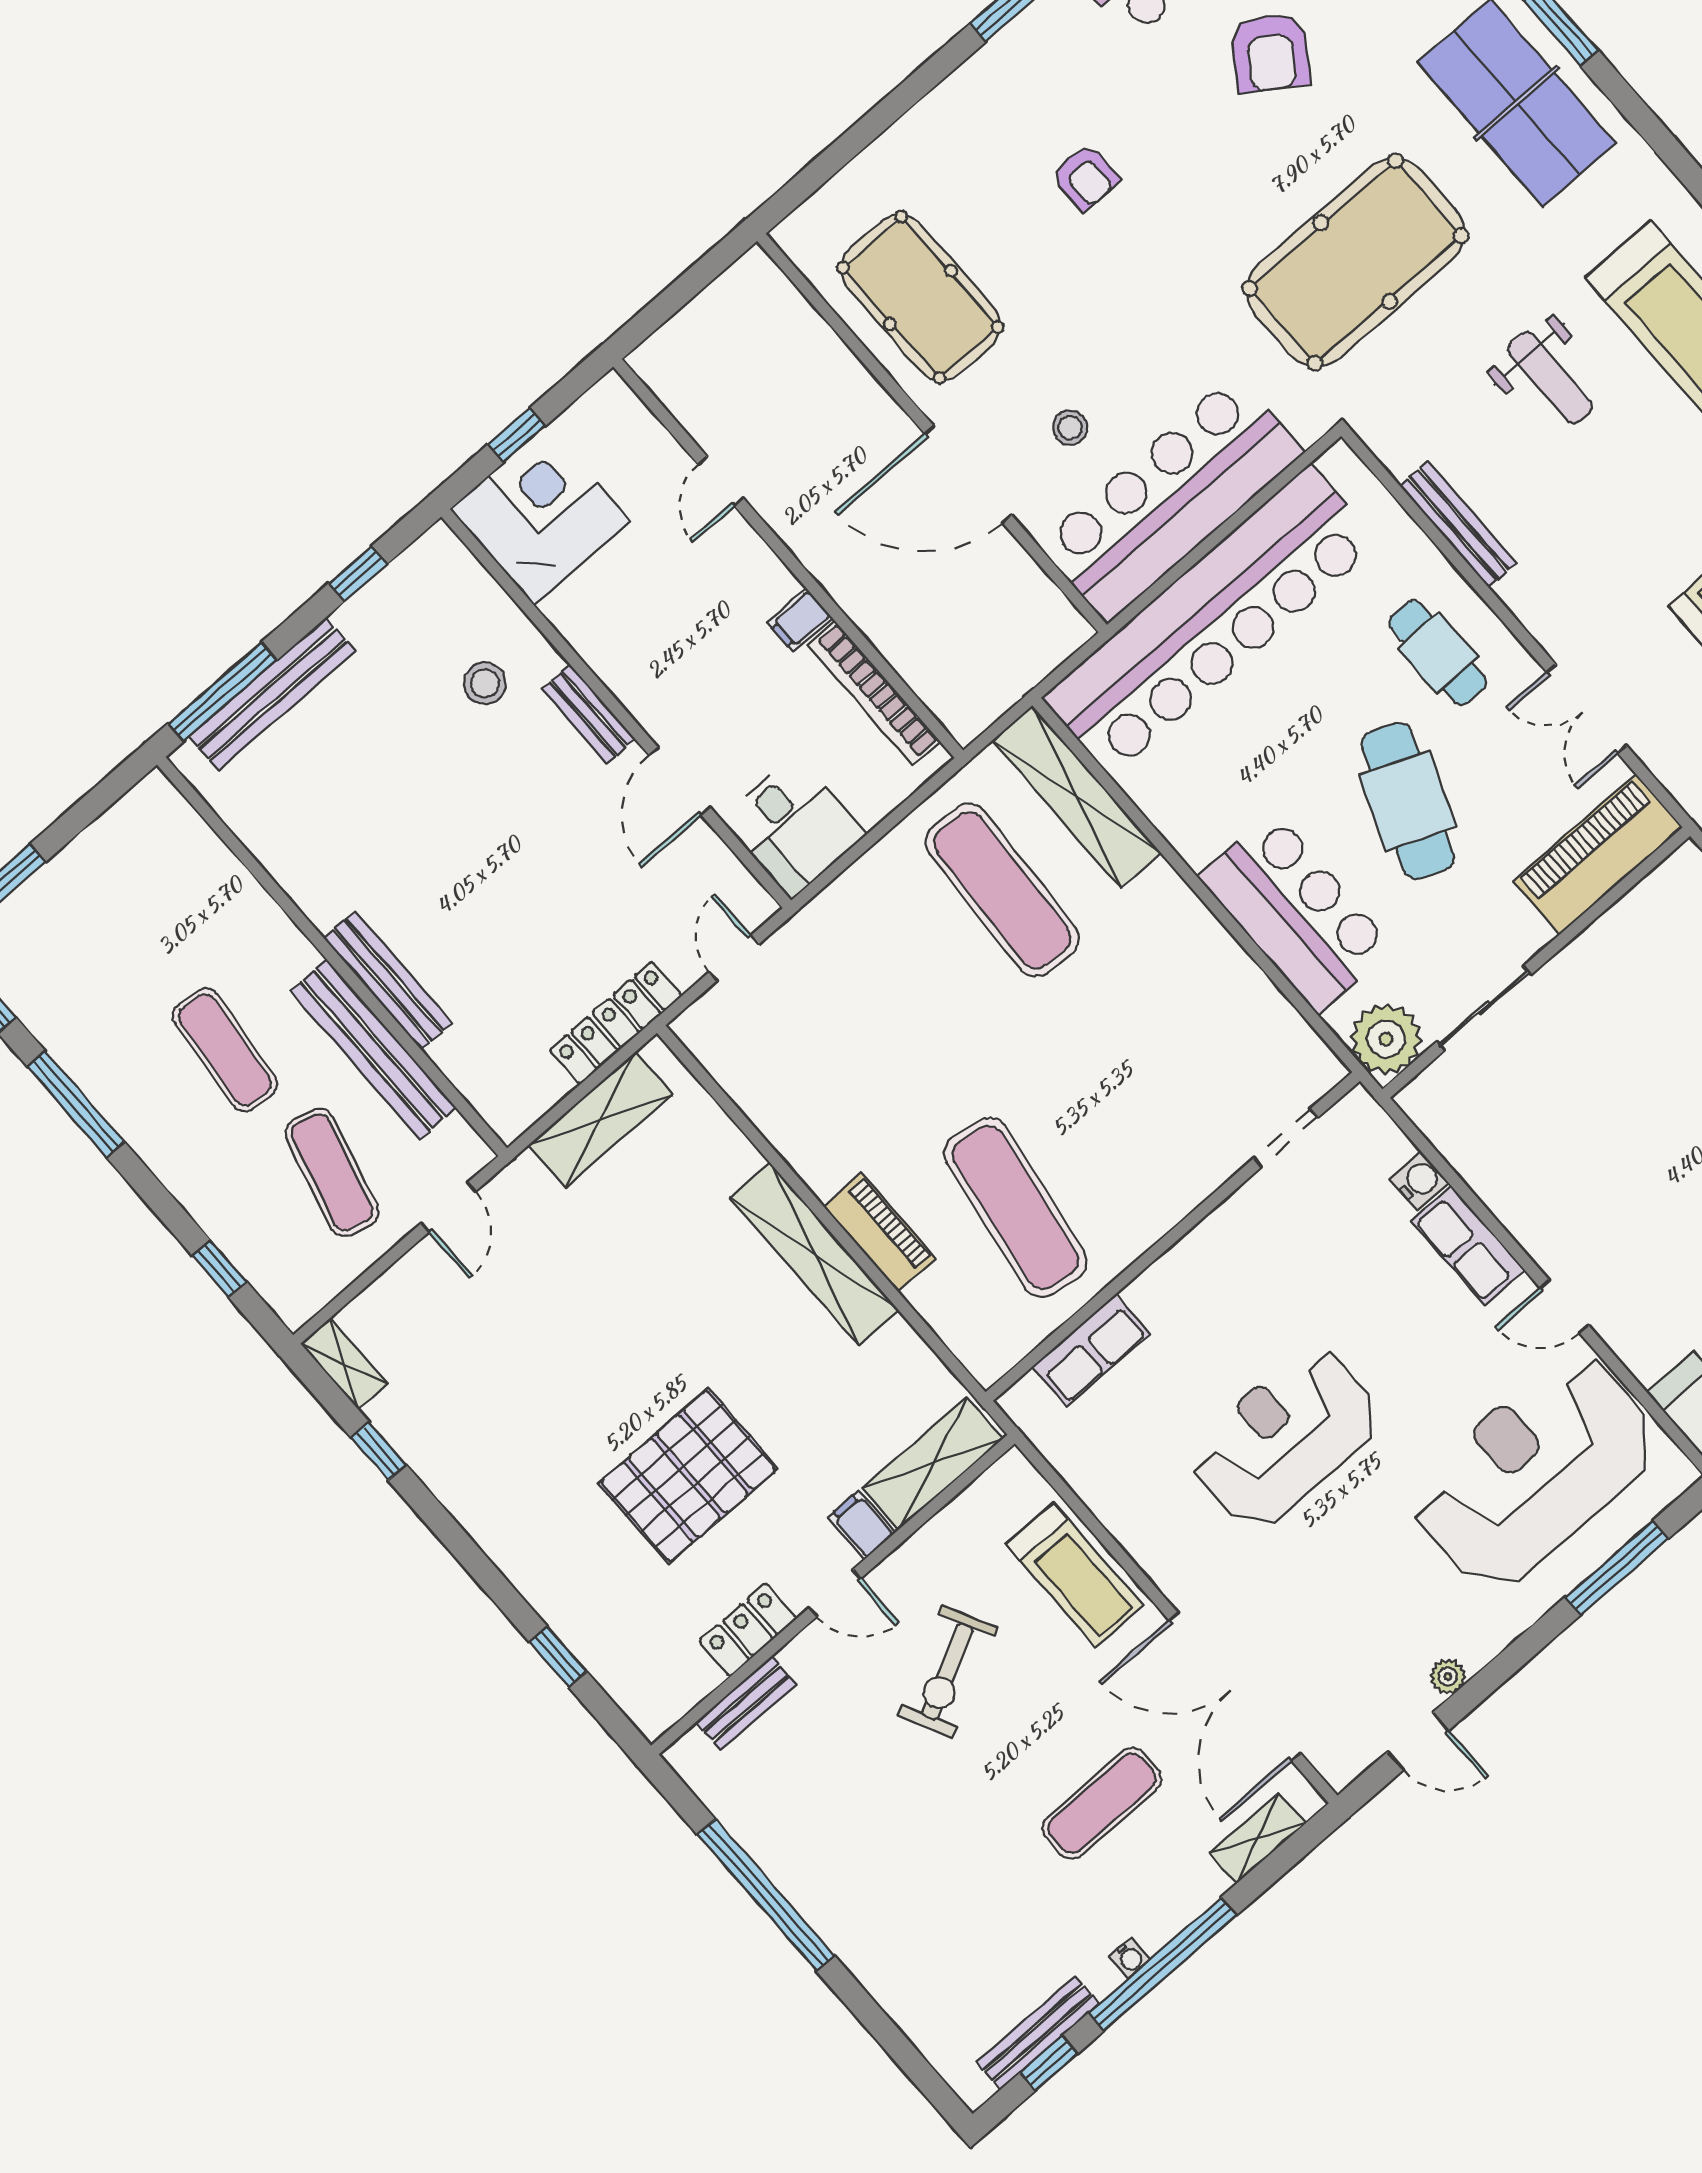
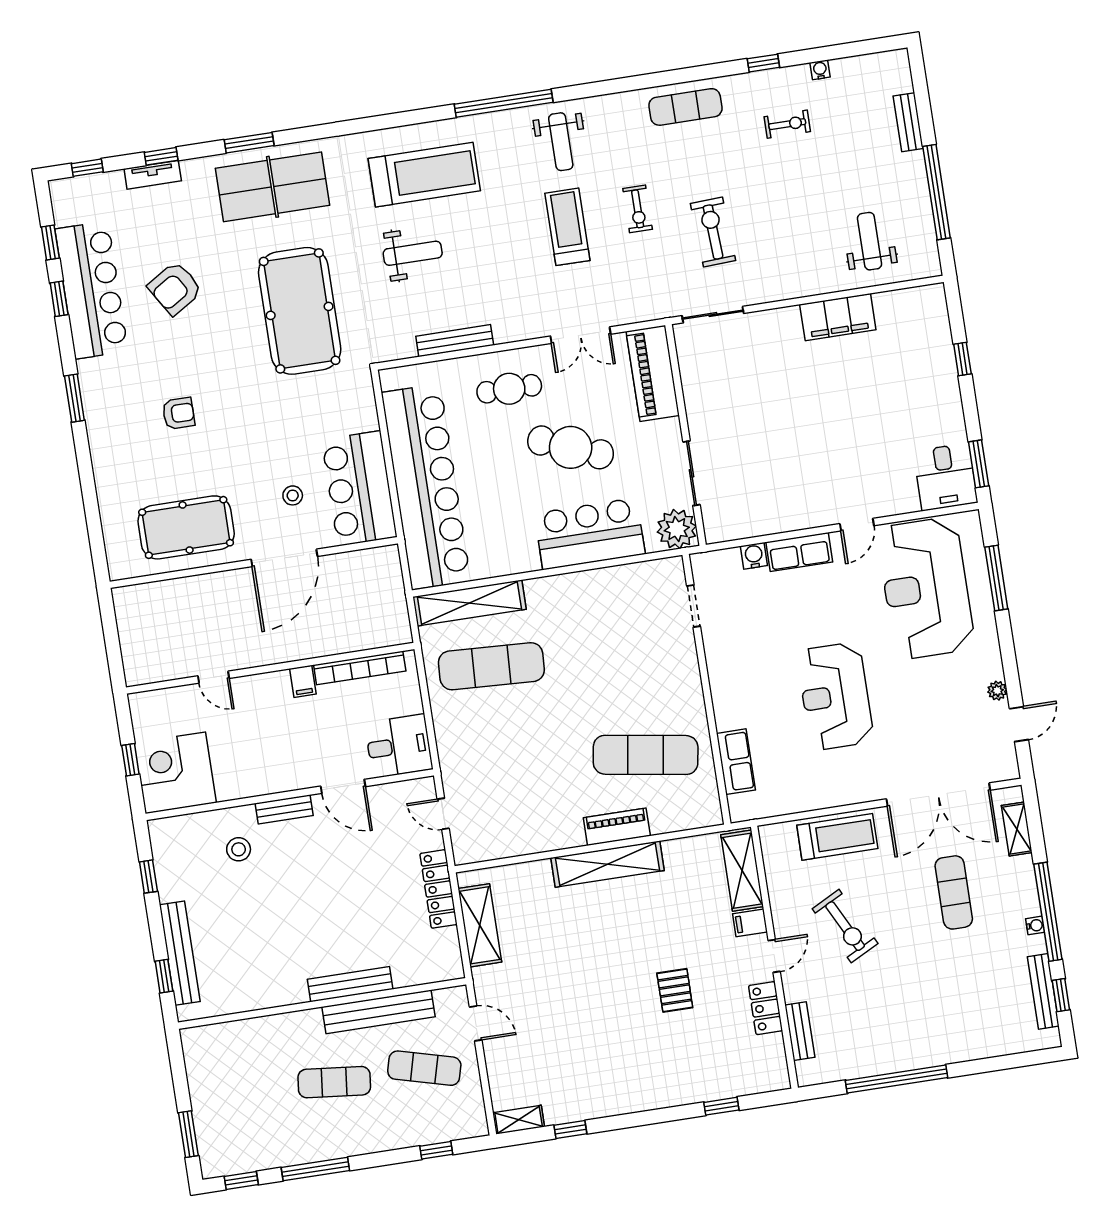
armchair: (1270, 52) -> (175, 288), turned 114
bar counter: (1171, 498) -> (359, 488), width x0.73
window: (222, 692) -> (164, 976), width x0.46
pallet: (688, 1476) -> (675, 990), width x0.49, depth x0.50

